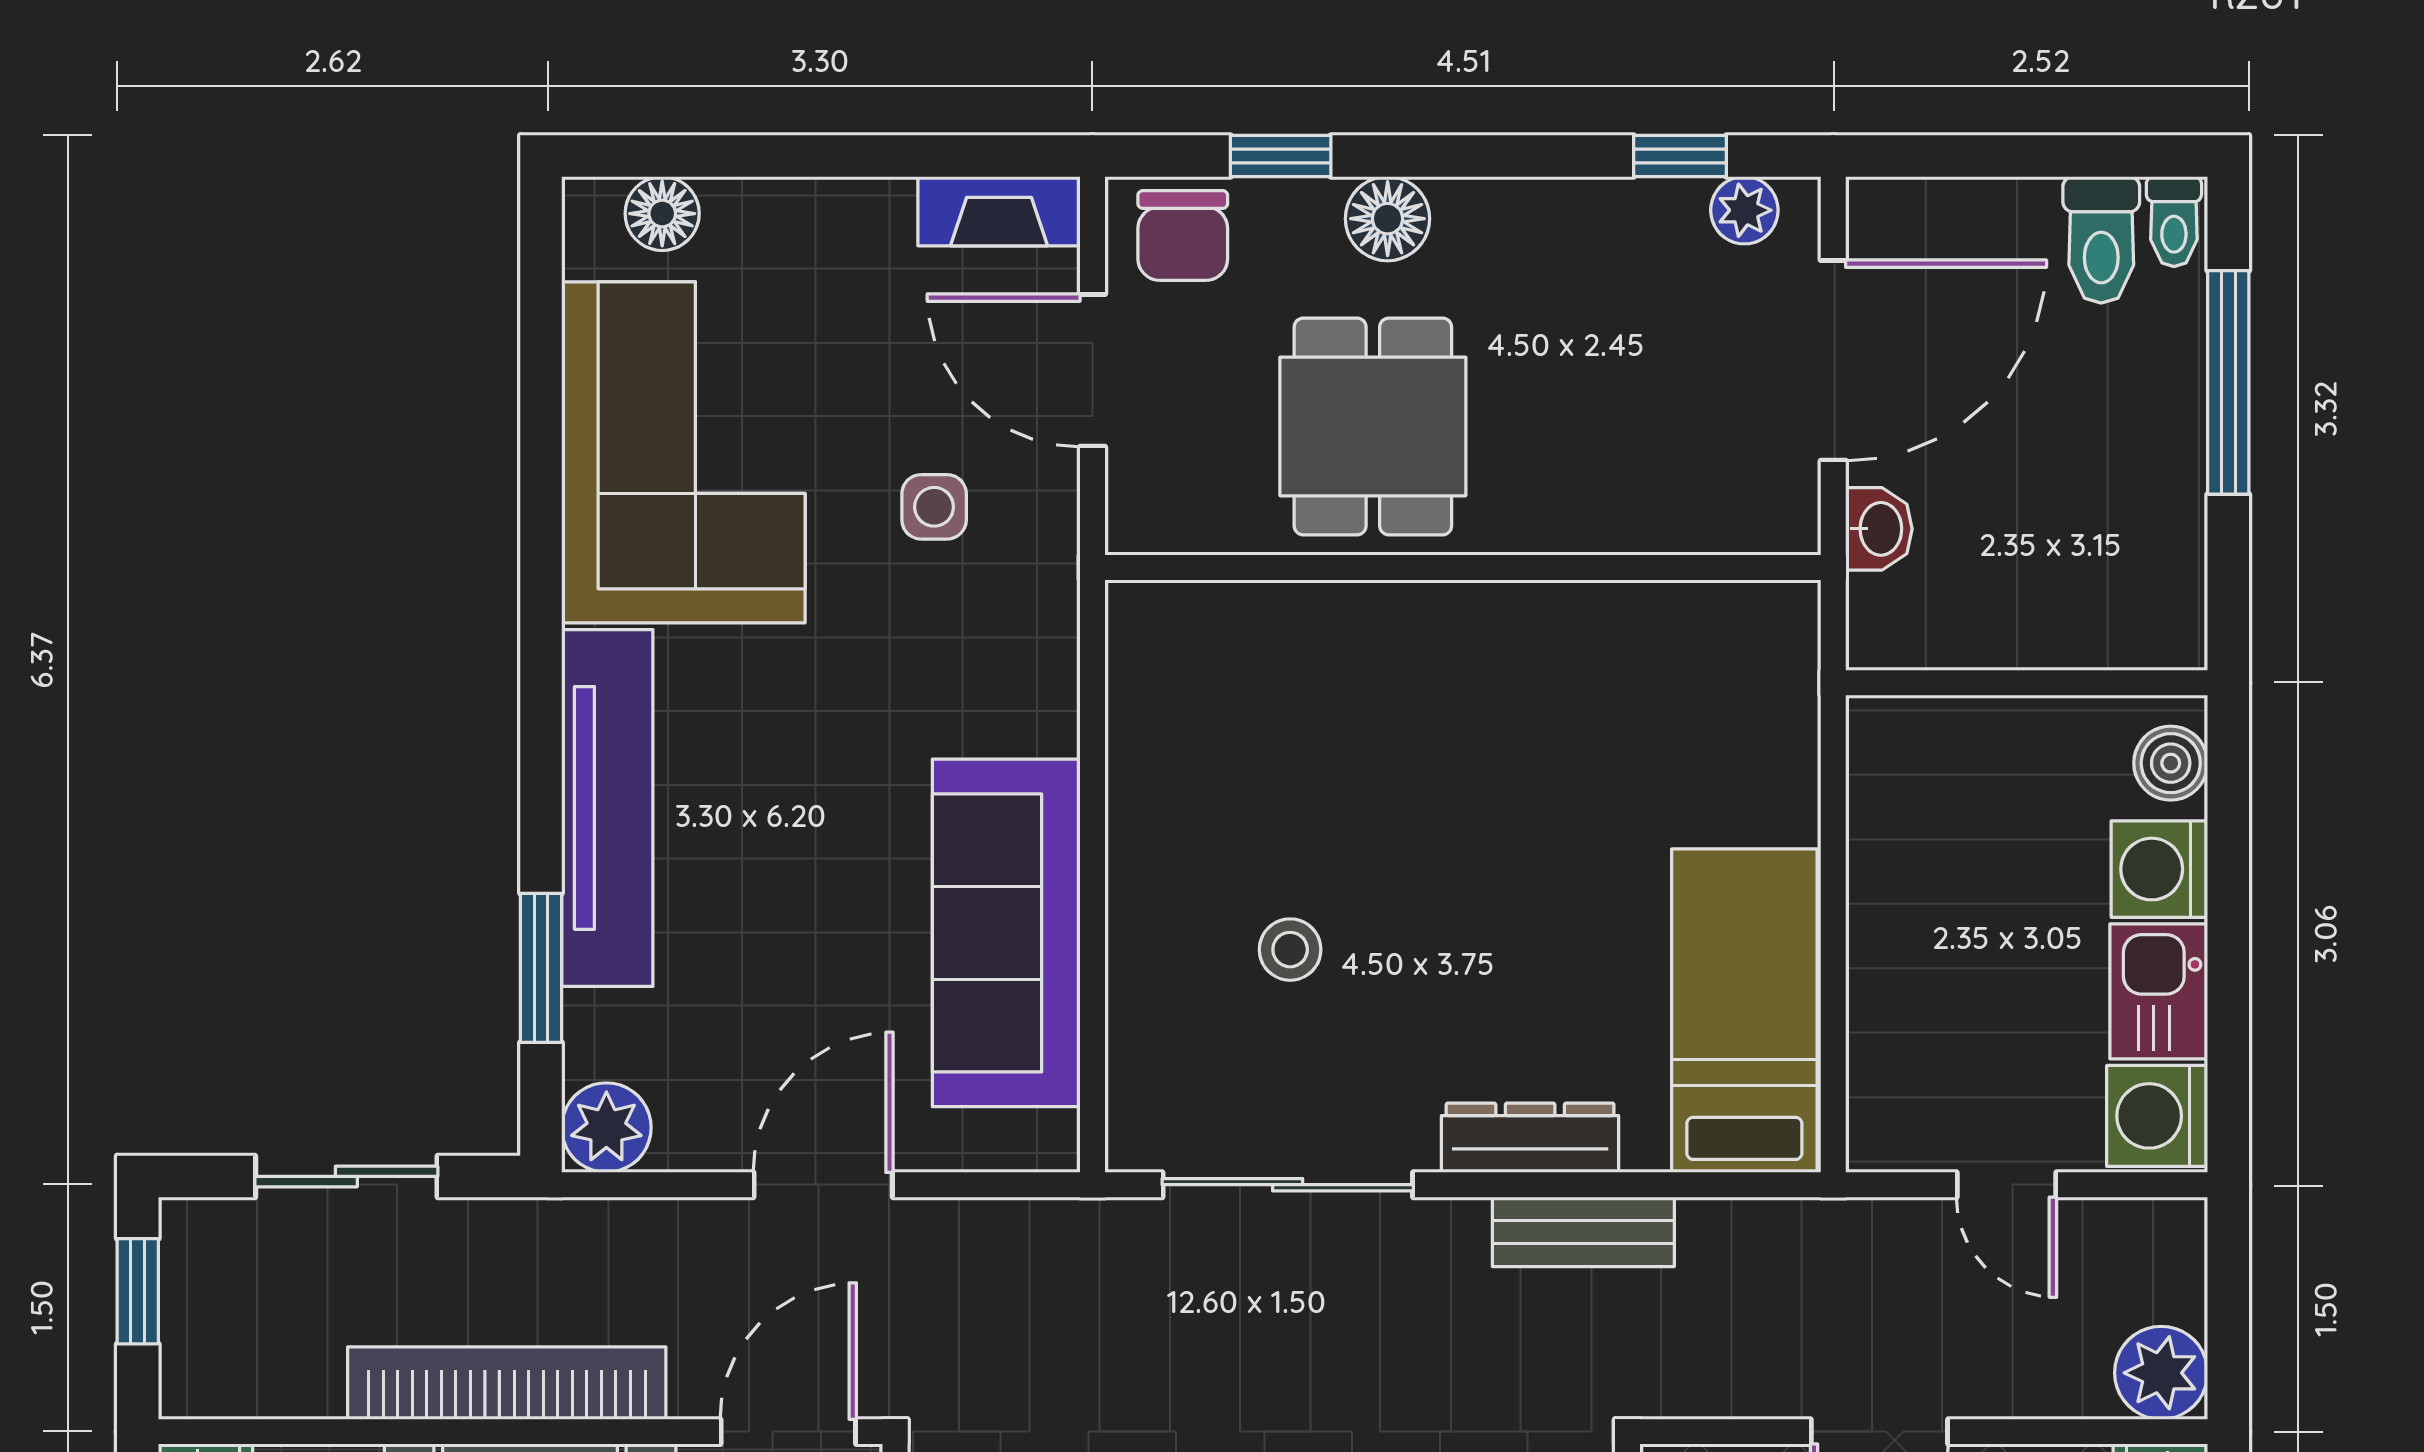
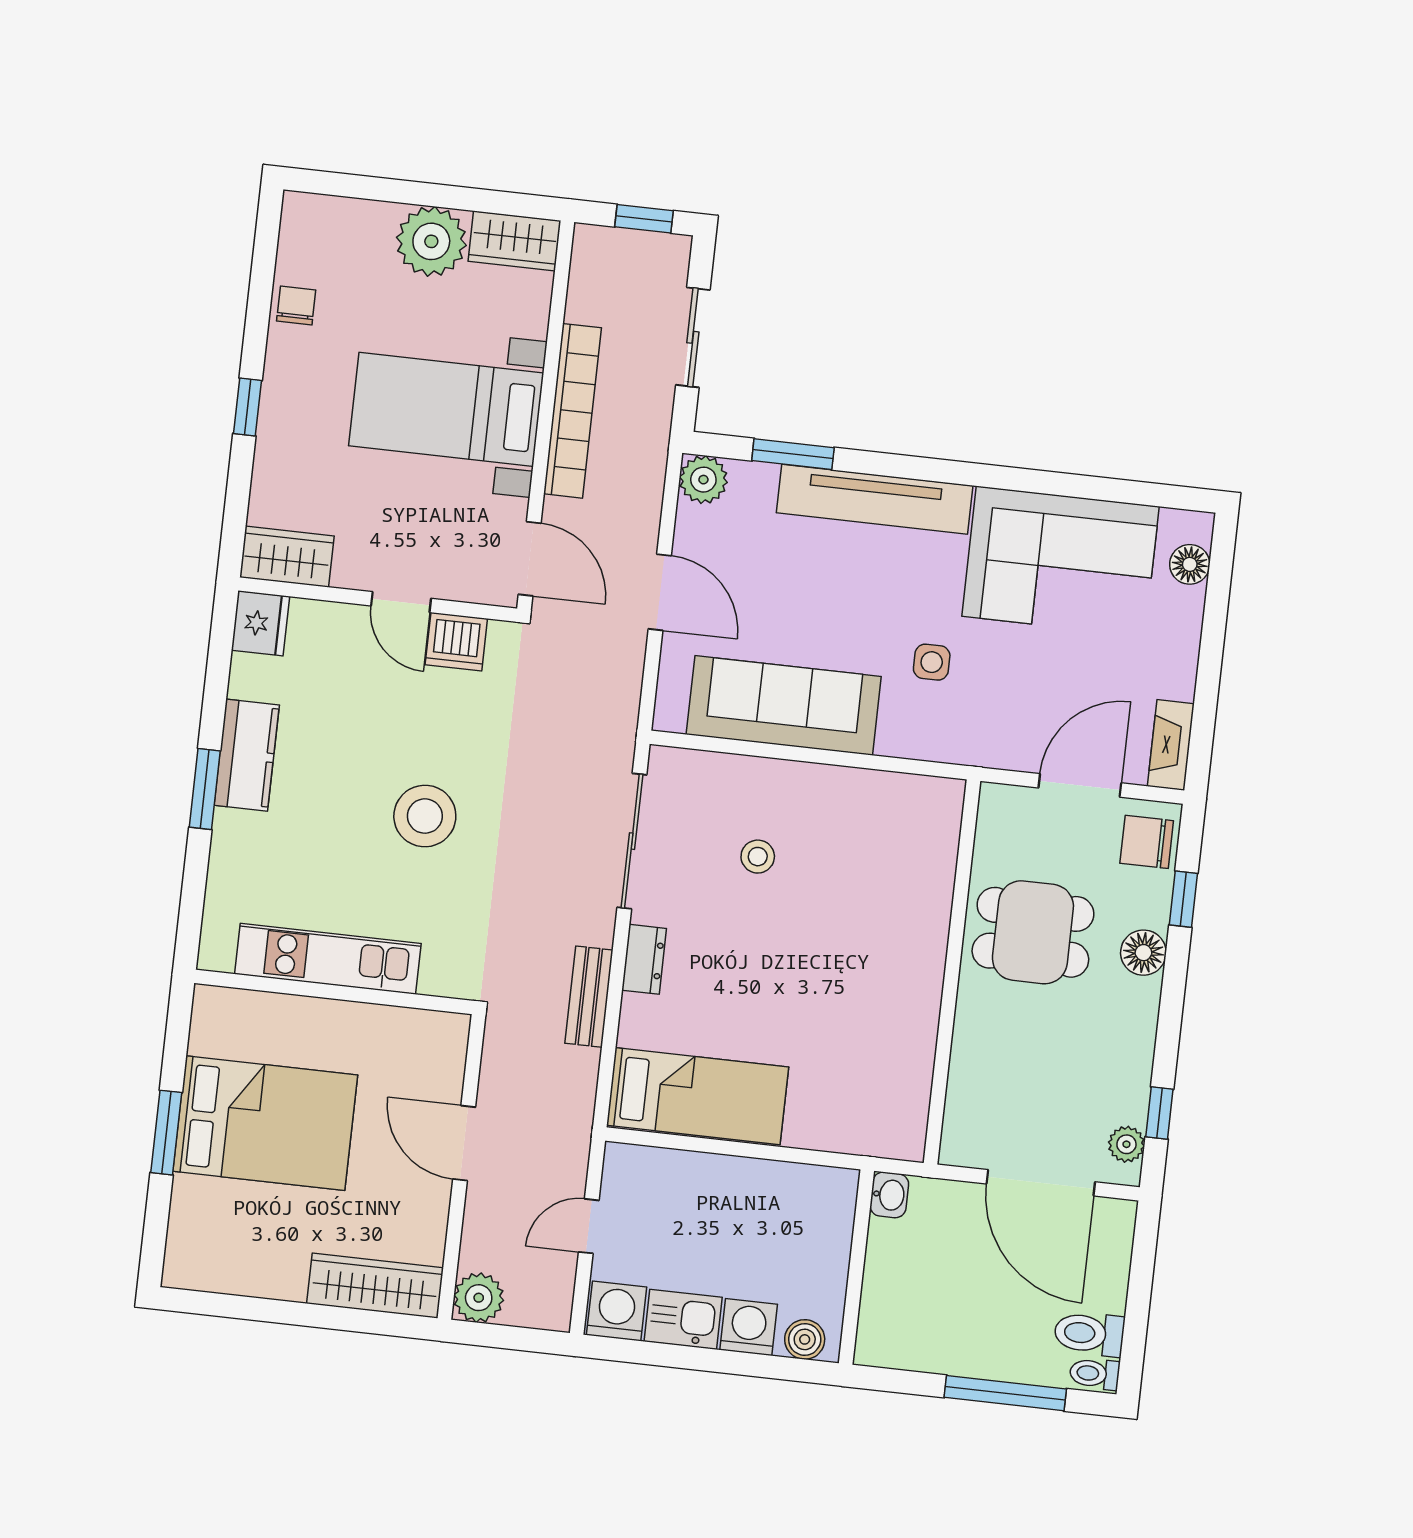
side table: (934, 507) -> (932, 662), moved
washbasin: (1879, 529) -> (889, 1195), moved, turned -90
dresser: (1530, 1138) -> (644, 959), width x0.70

